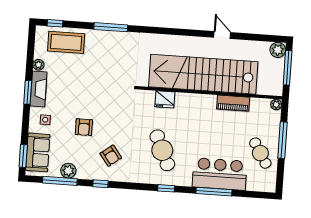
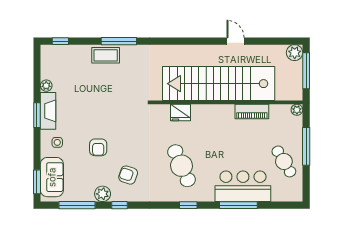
coffee table: (66, 42) -> (106, 55), moved, width x0.73, depth x0.76
armchair: (111, 156) -> (128, 175), turned 146
plant: (68, 171) -> (103, 194), moved

